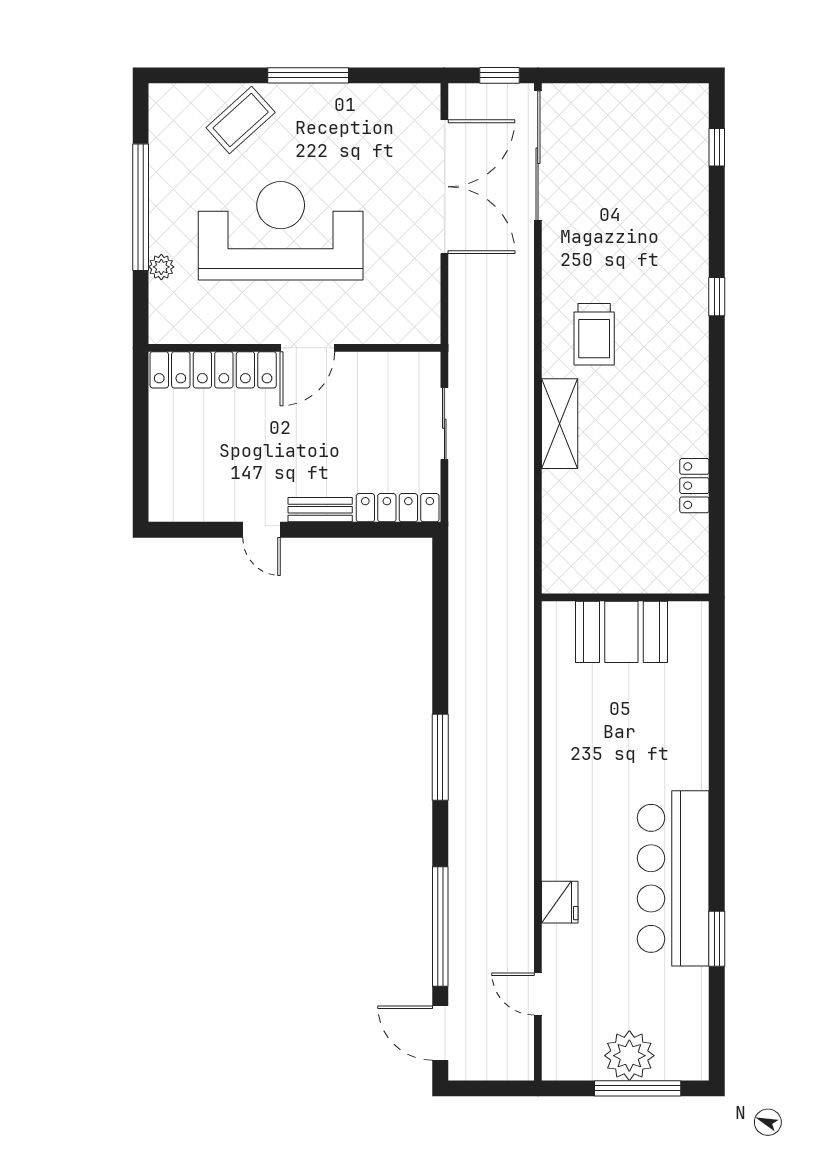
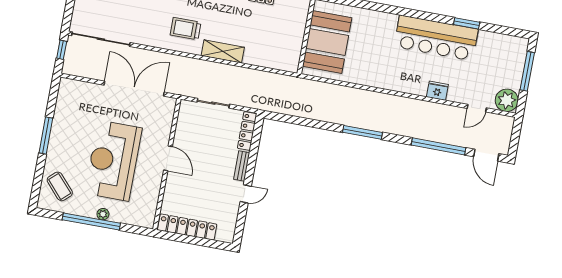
coffee table: (241, 120) -> (60, 186), moved
double door: (444, 187) -> (134, 89), moved
plant: (161, 267) -> (103, 214), moved
trolley: (594, 334) -> (186, 29), turned 180
locker: (213, 370) -> (187, 227), moved, turned -90
booth: (621, 632) -> (327, 42), width x1.36, depth x1.42
door: (440, 1033) -> (486, 155), hinge flipped
plant: (629, 1056) -> (507, 100), moved

